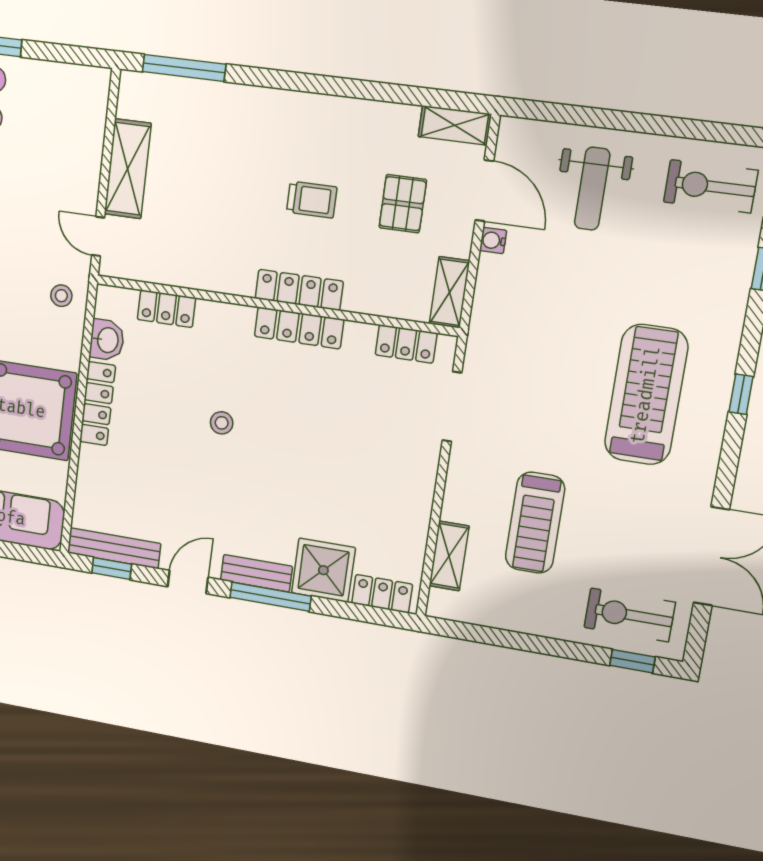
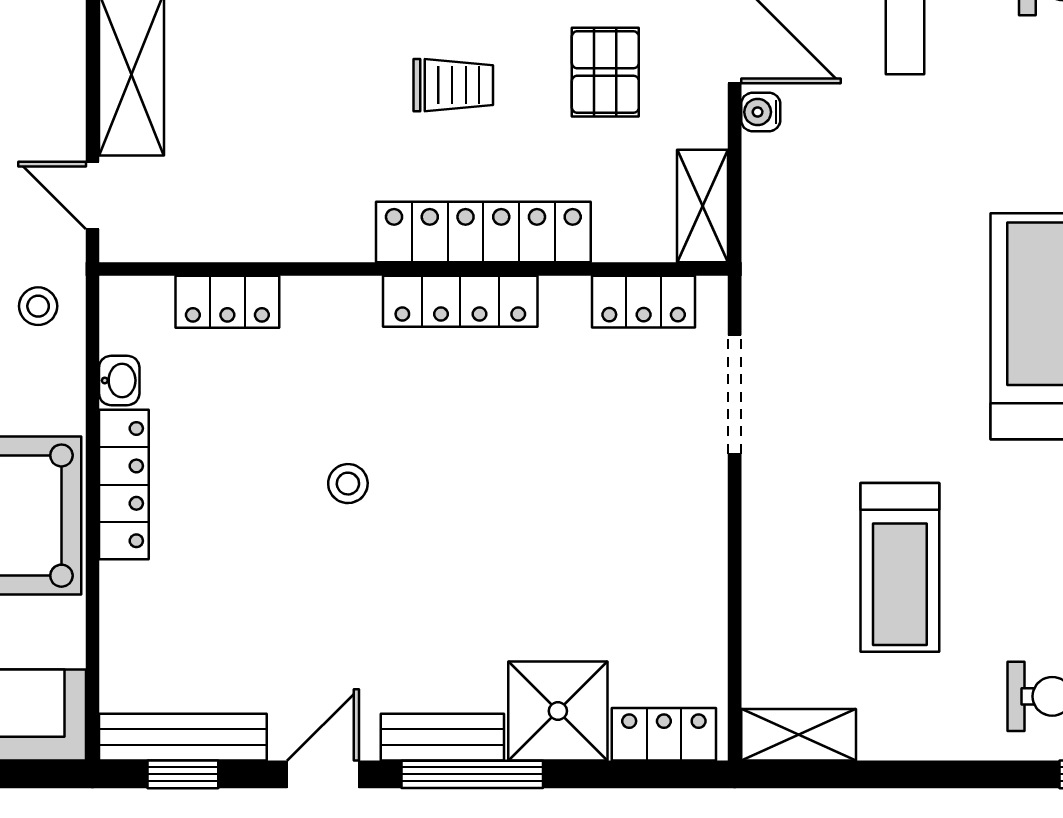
locker: (299, 290) -> (483, 232), width x1.41, depth x1.21
washbasin: (107, 340) -> (119, 380), width x0.72, depth x0.69
shelving: (449, 556) -> (799, 735), moved, turned 90

